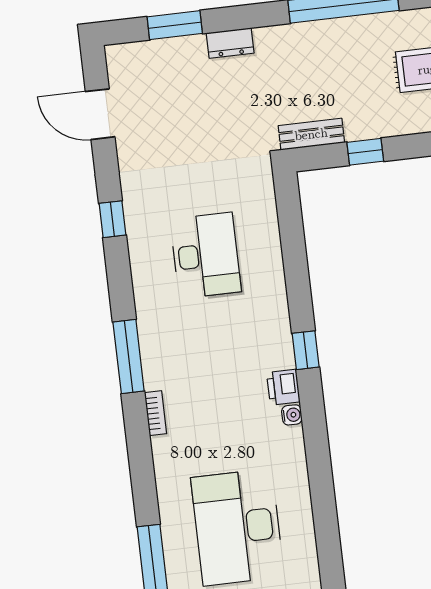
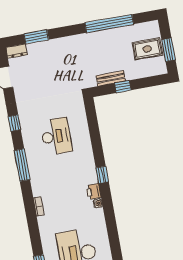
dresser: (230, 43) -> (16, 51), moved
bench: (311, 134) -> (111, 78), moved
window: (129, 357) -> (22, 165), moved

